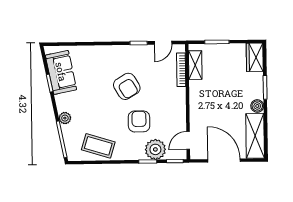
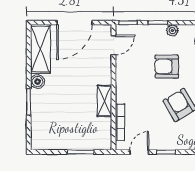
wardrobe: (255, 57) -> (39, 135), removed
shelving: (195, 65) -> (105, 101), moved
armchair: (139, 121) -> (167, 67), turned 90
plant: (155, 149) -> (172, 30), moved, width x0.53, depth x0.53
door: (224, 160) -> (75, 23), hinge flipped

